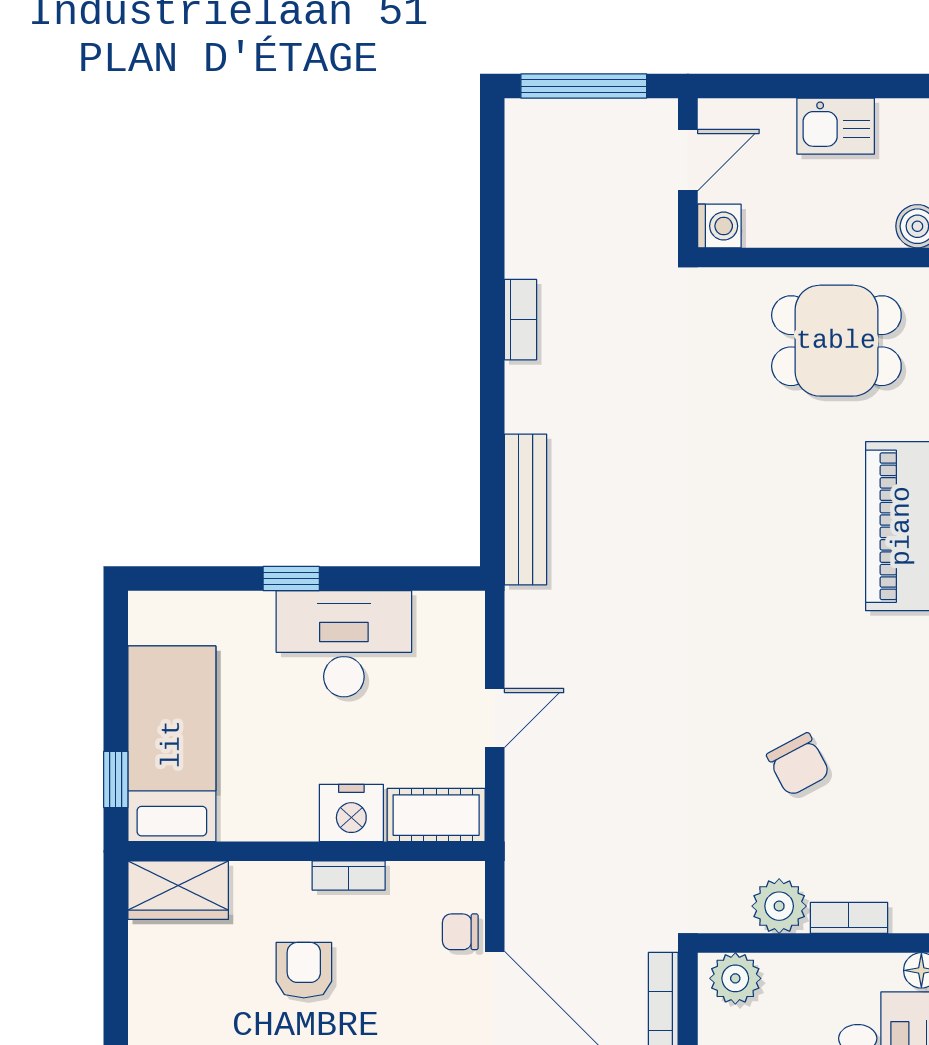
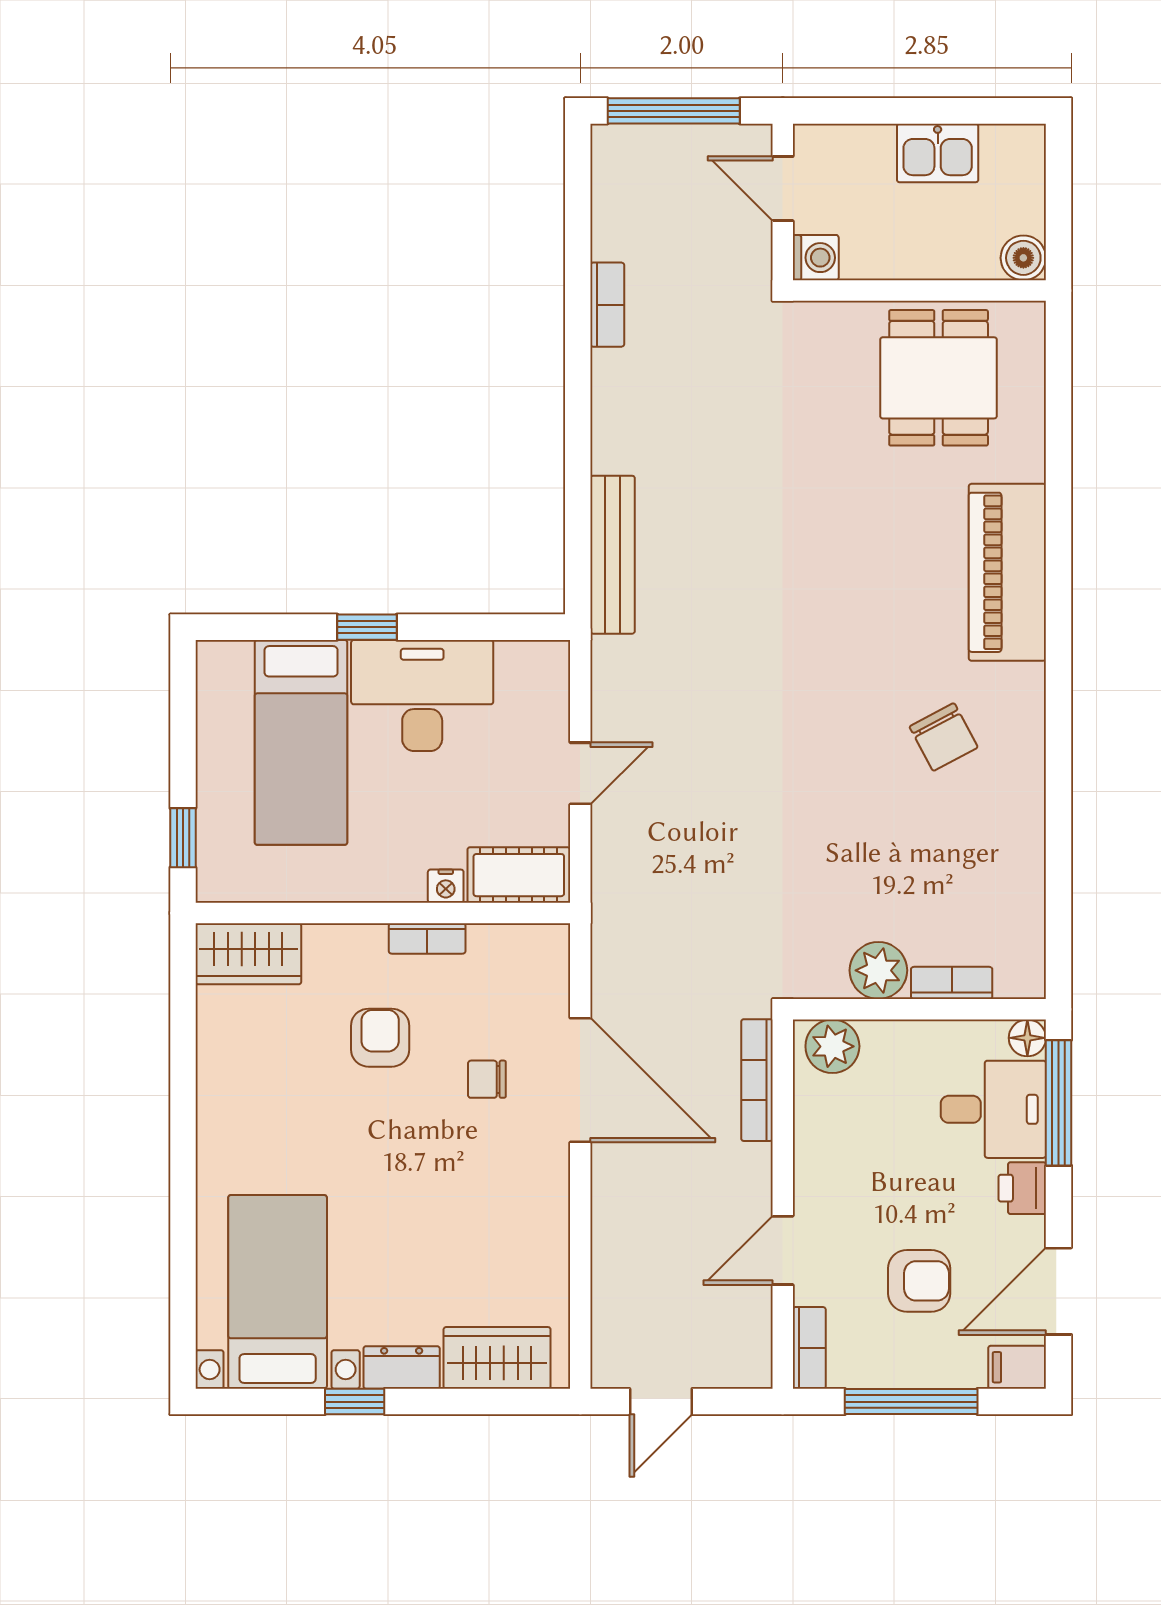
door: (688, 160) -> (783, 189), swing flipped
bookcase: (520, 320) -> (607, 305), moved
dining table: (836, 341) -> (939, 378), turned 90
bed: (172, 744) -> (301, 742), moved, turned 180
chair: (798, 764) -> (944, 737), moved
nightstand: (351, 813) -> (446, 886), width x0.53, depth x0.56
chair: (460, 932) -> (487, 1079), moved

